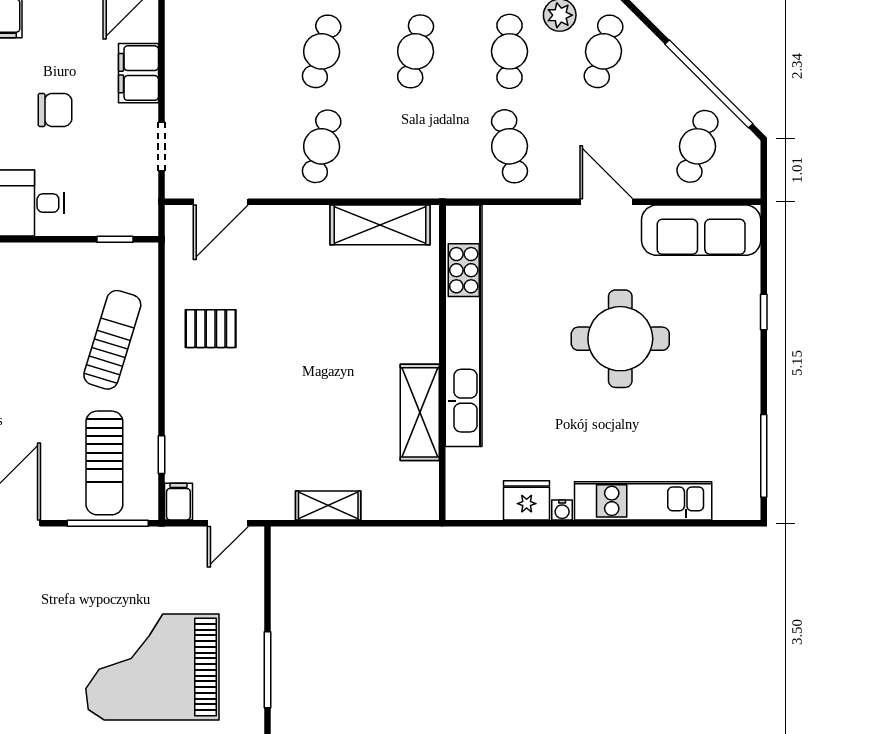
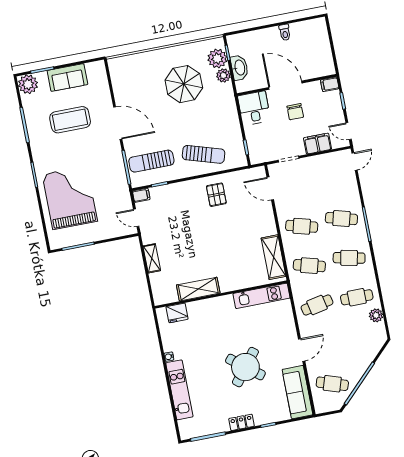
cafe table: (604, 51) -> (309, 266), moved
kitchen unit: (464, 326) -> (261, 296), width x0.54
round table: (620, 339) -> (245, 367), turned 38
locker: (746, 372) -> (241, 422), added
fridge: (527, 500) -> (177, 313), moved, turned 90

